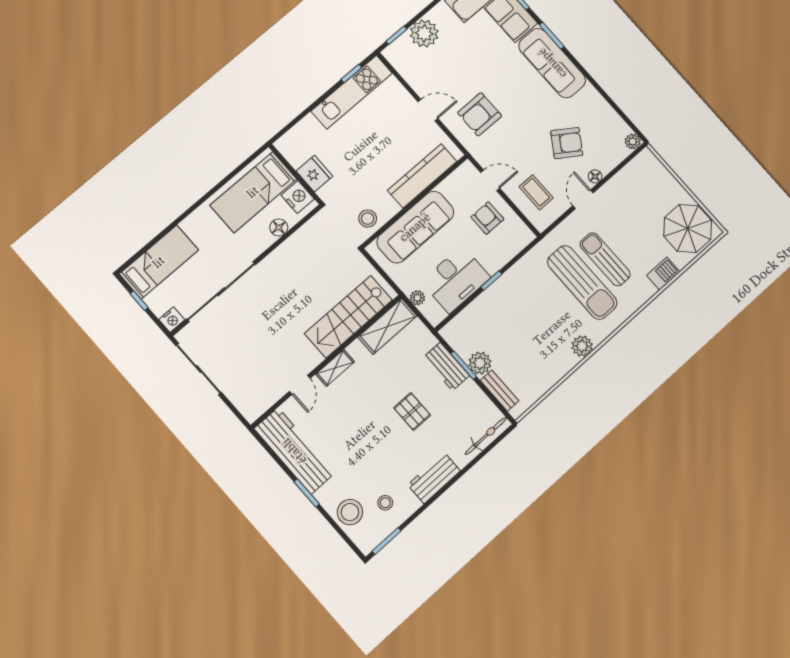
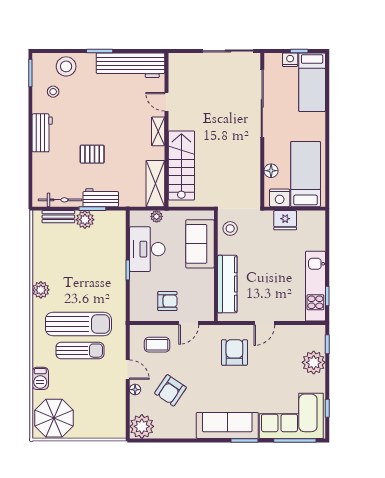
plant: (633, 141) -> (142, 426), width x1.87, depth x1.87
sofa: (415, 227) -> (200, 244), width x0.73
sun lounger: (582, 282) -> (78, 324), turned 180
nightstand: (172, 320) -> (290, 60), moved, turned 90
bicycle: (486, 436) -> (60, 200), moved, turned -90

